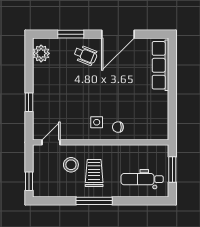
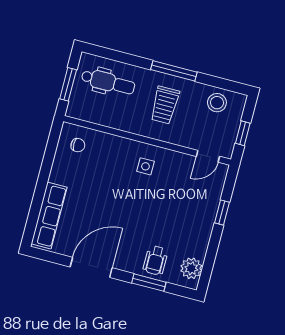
wheelchair: (86, 55) -> (155, 260), moved, turned -112
chair: (118, 127) -> (78, 145), moved
stool: (71, 165) -> (217, 103), moved
window: (29, 181) -> (243, 133), moved

